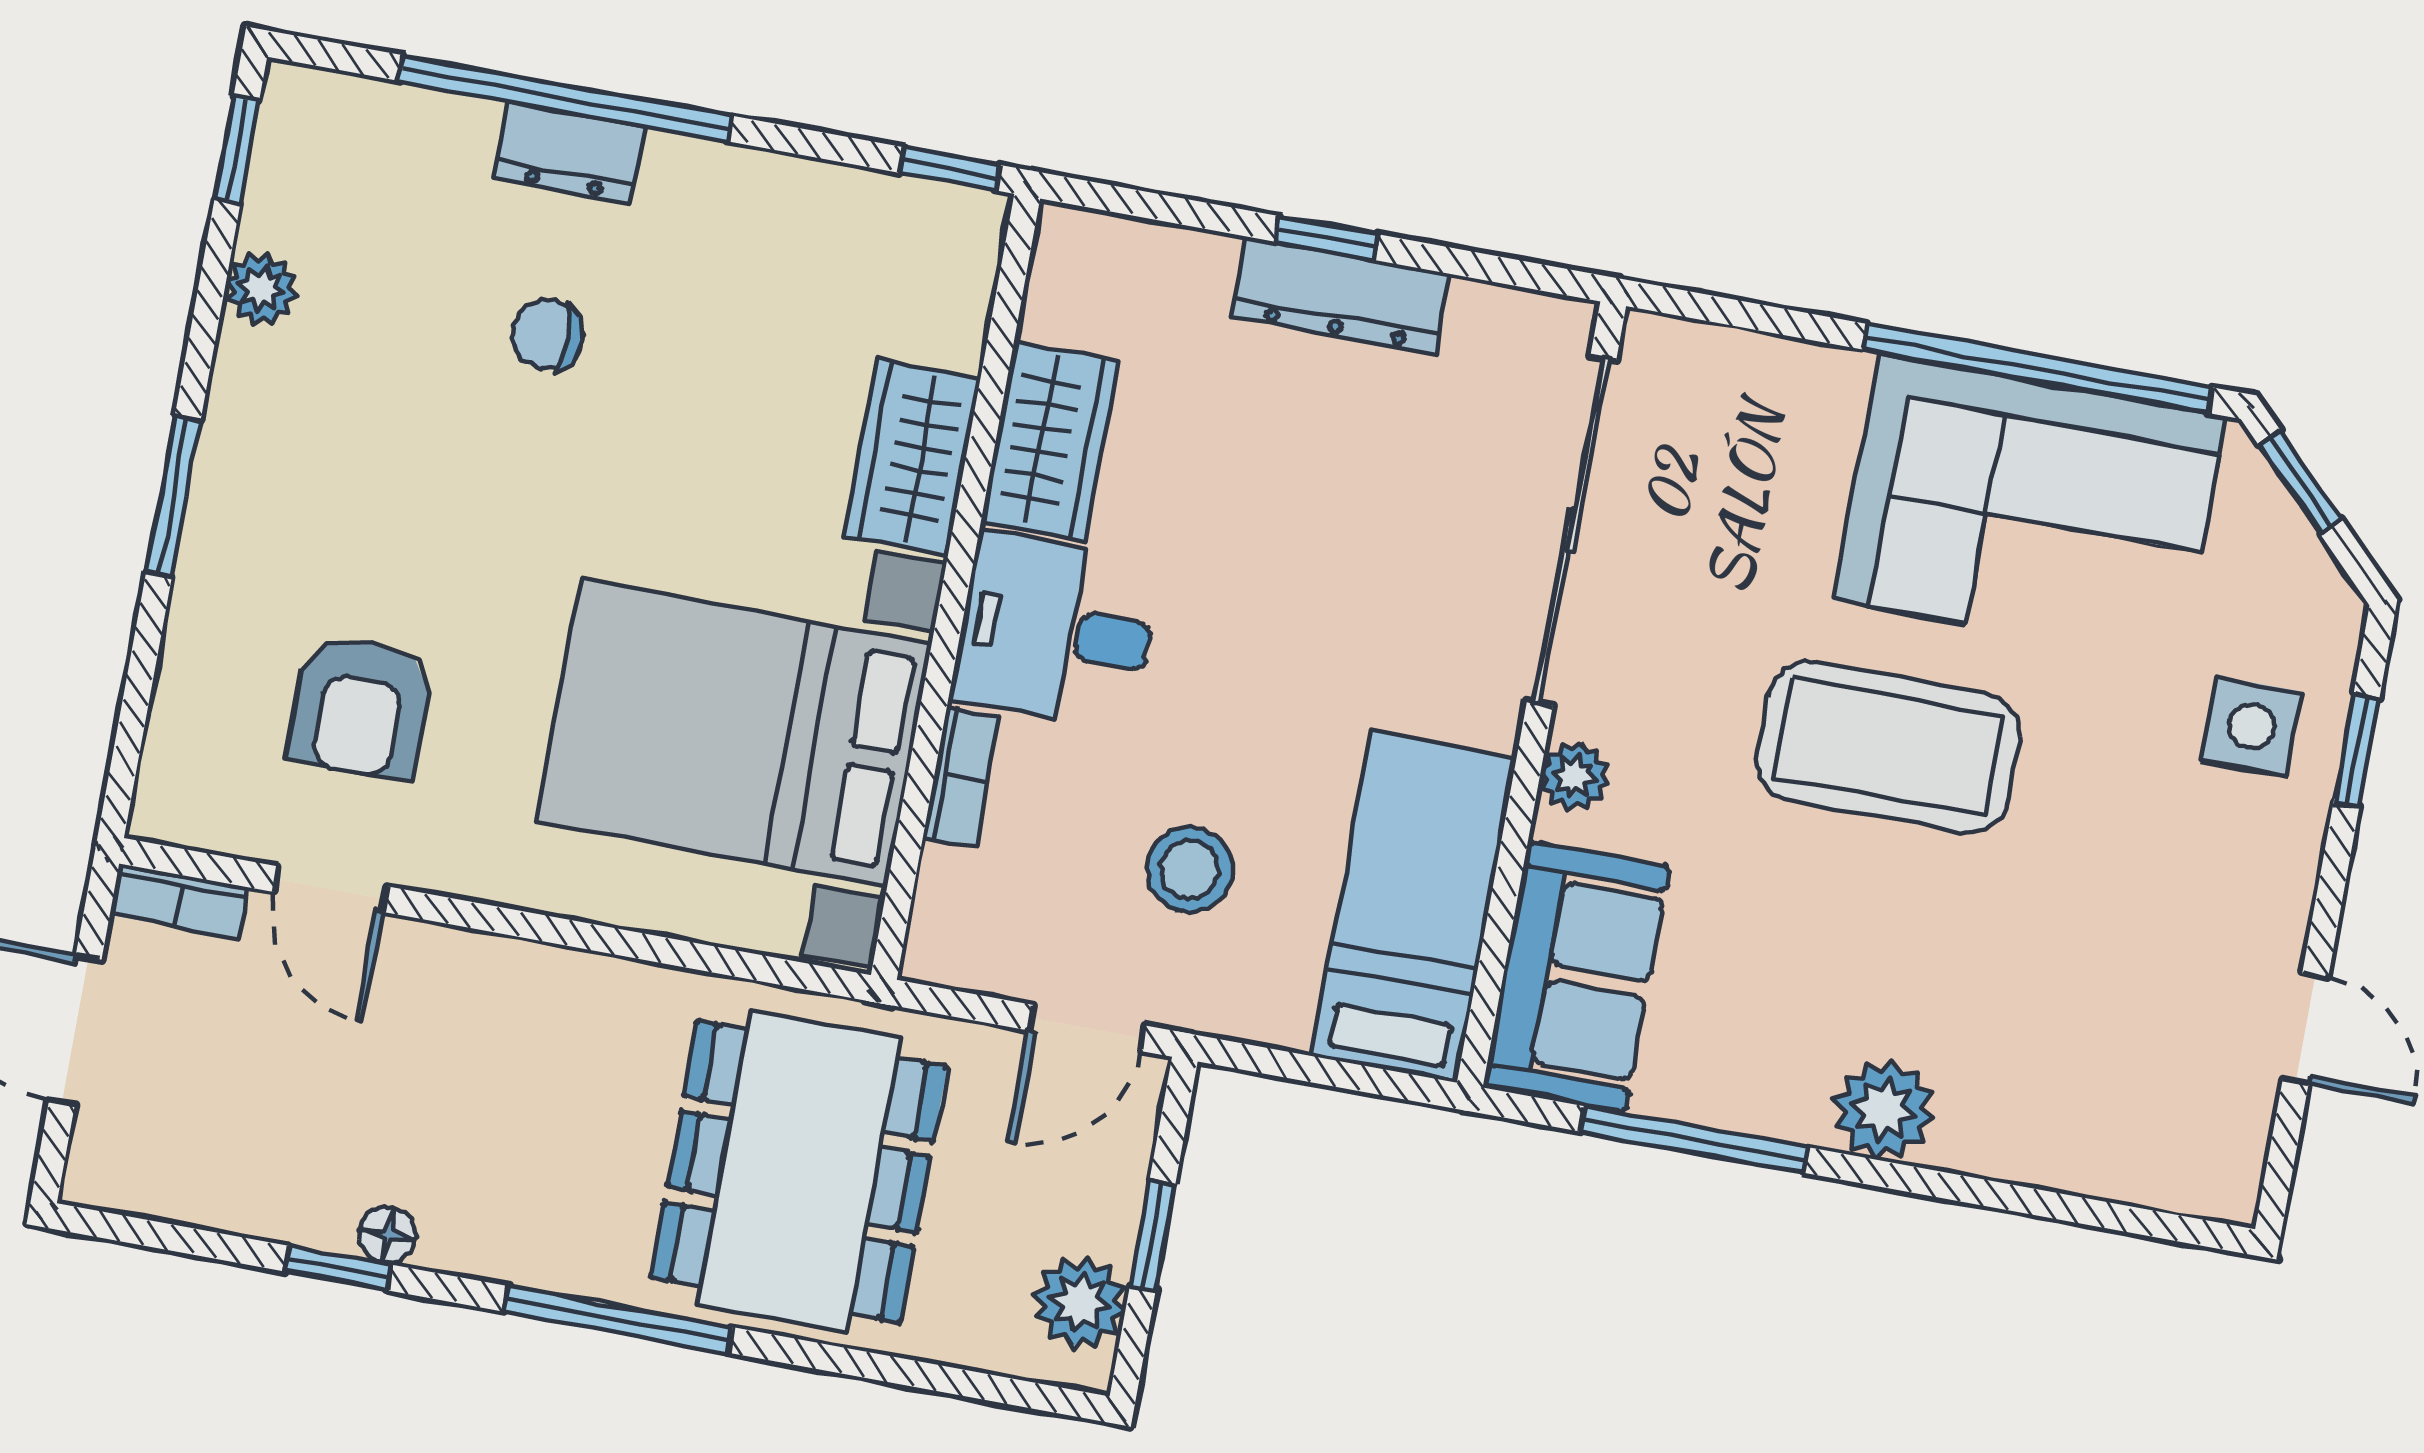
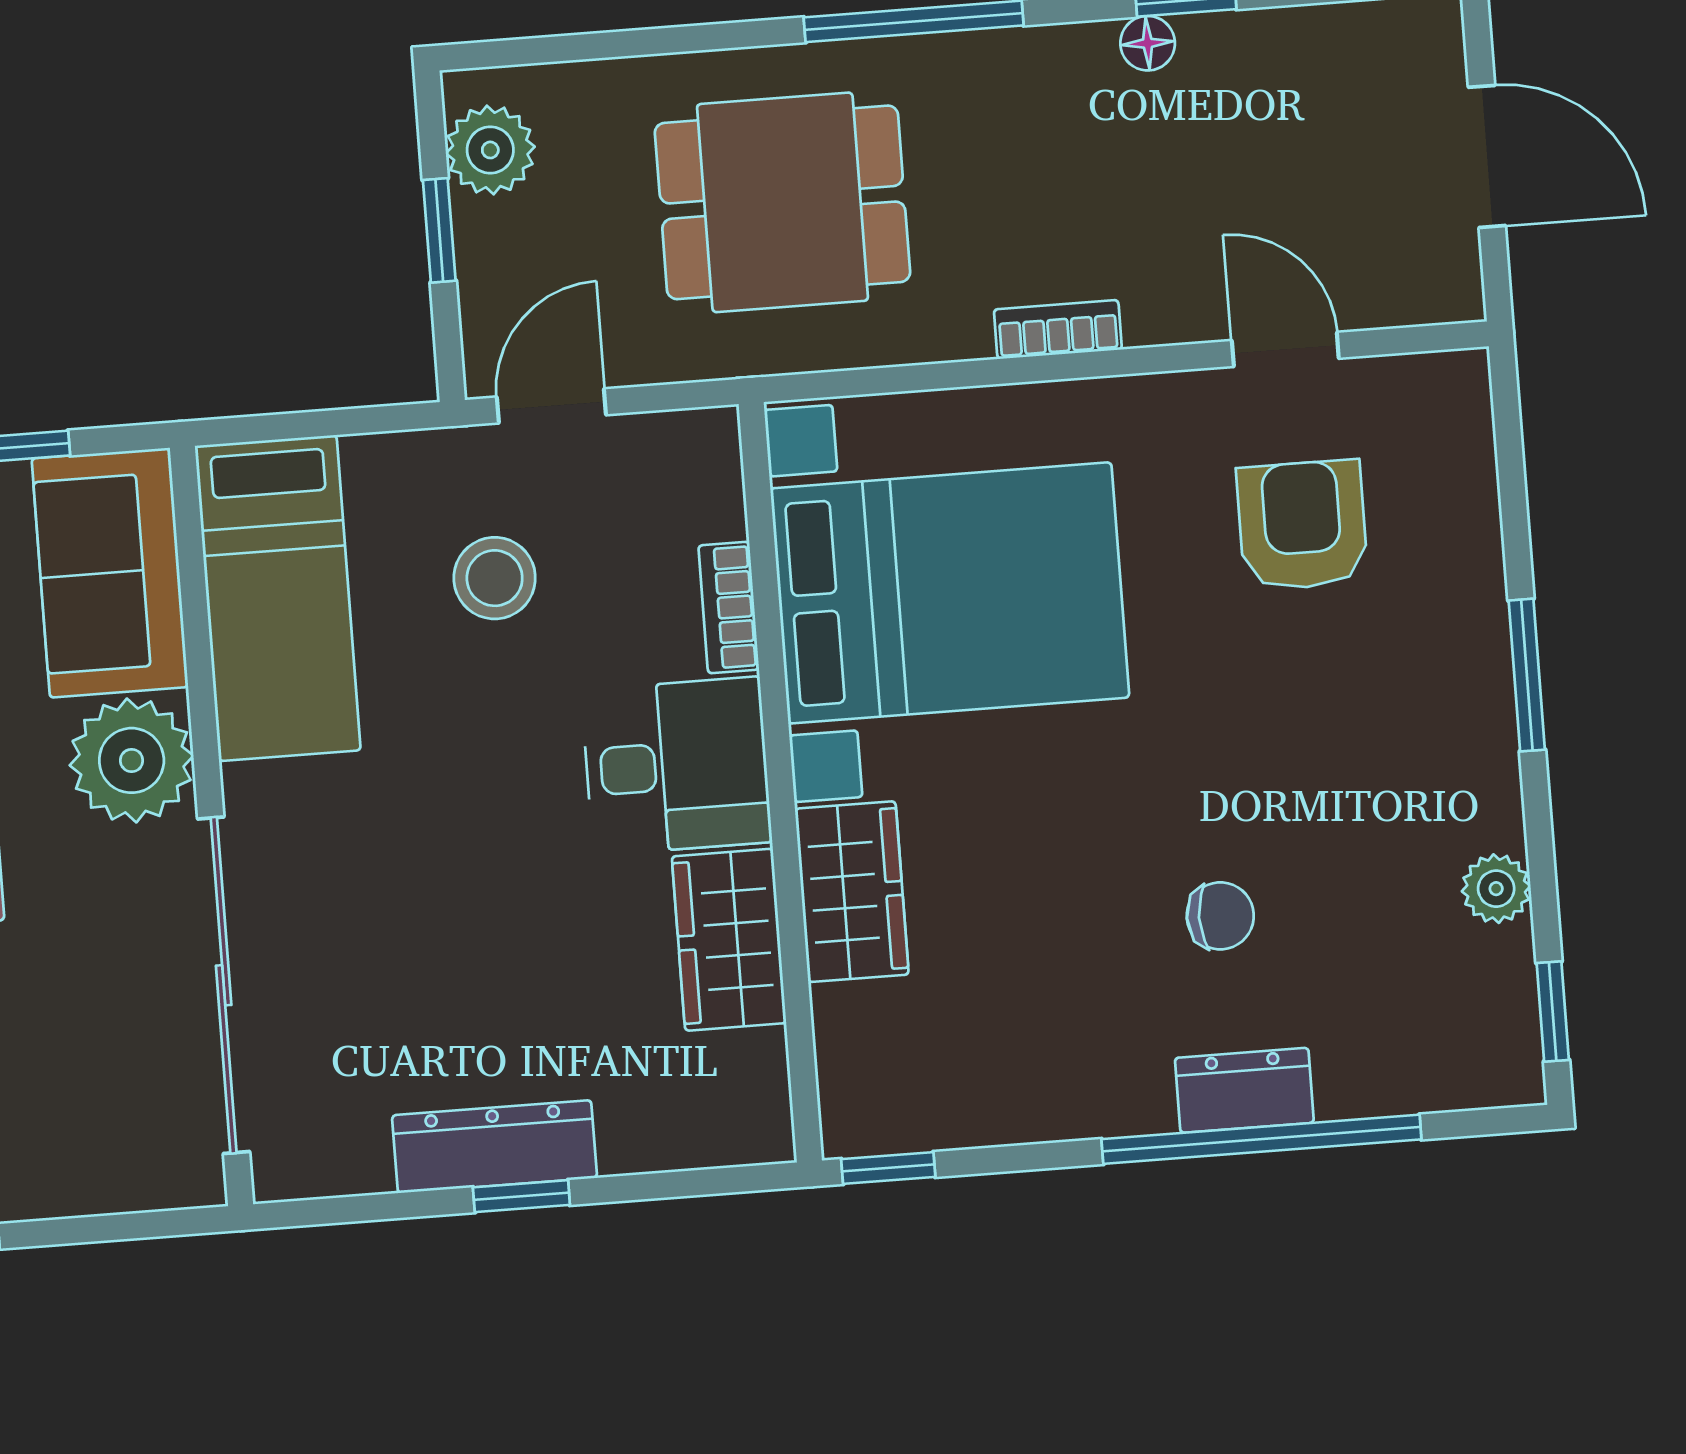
plant: (1575, 776) -> (132, 760), width x1.88, depth x1.88
bookcase: (178, 901) -> (1058, 329), moved
dining table: (799, 1172) -> (783, 202), width x0.73

